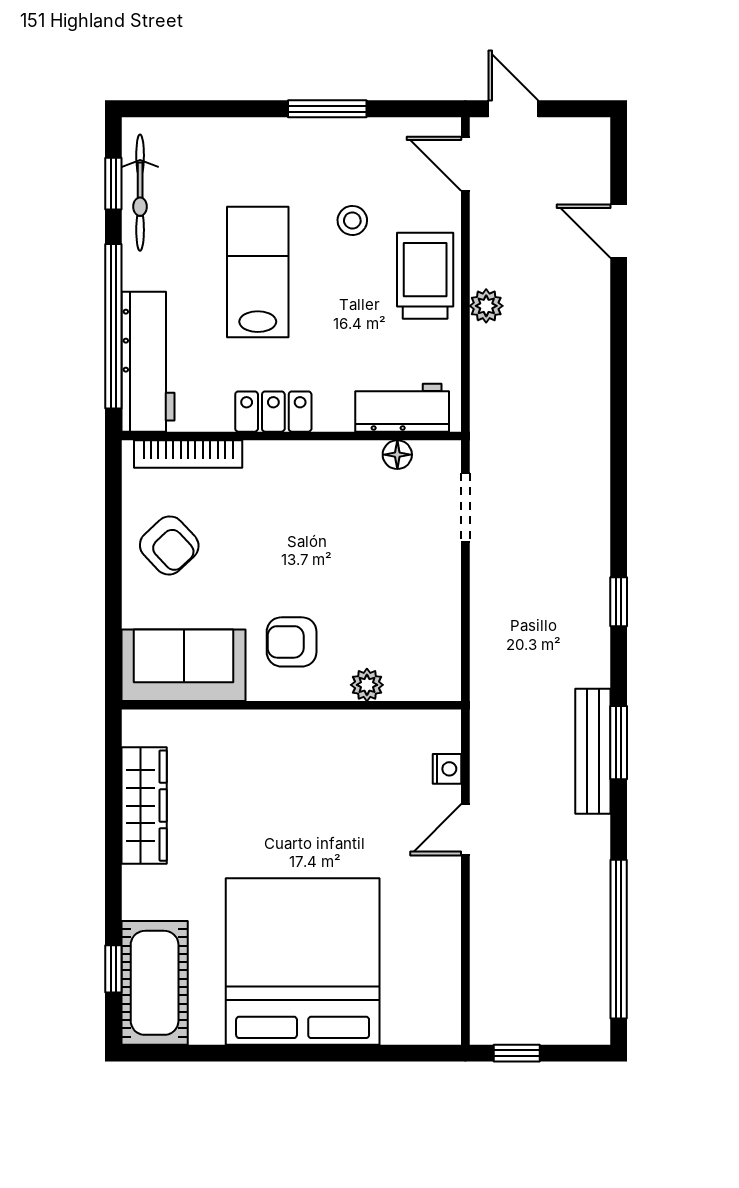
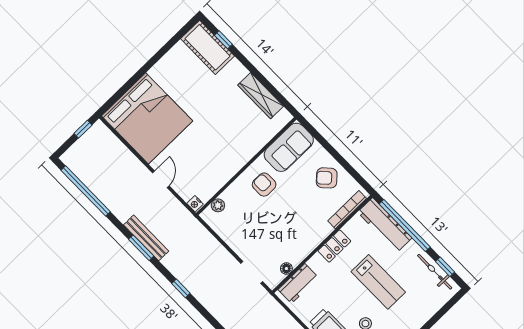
armchair: (292, 642) -> (264, 185), turned -90
plant: (367, 685) -> (218, 205), moved
nightstand: (447, 769) -> (195, 204), moved
bed: (303, 962) -> (147, 118), moved

